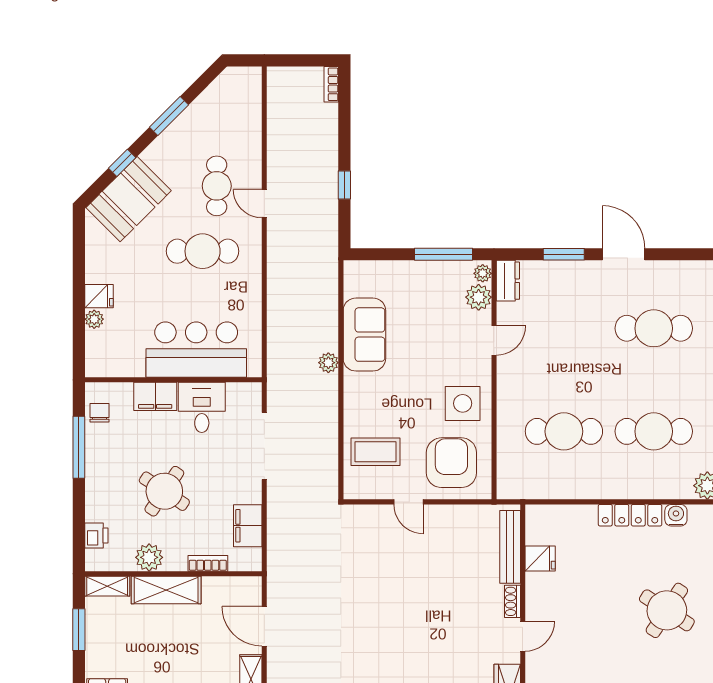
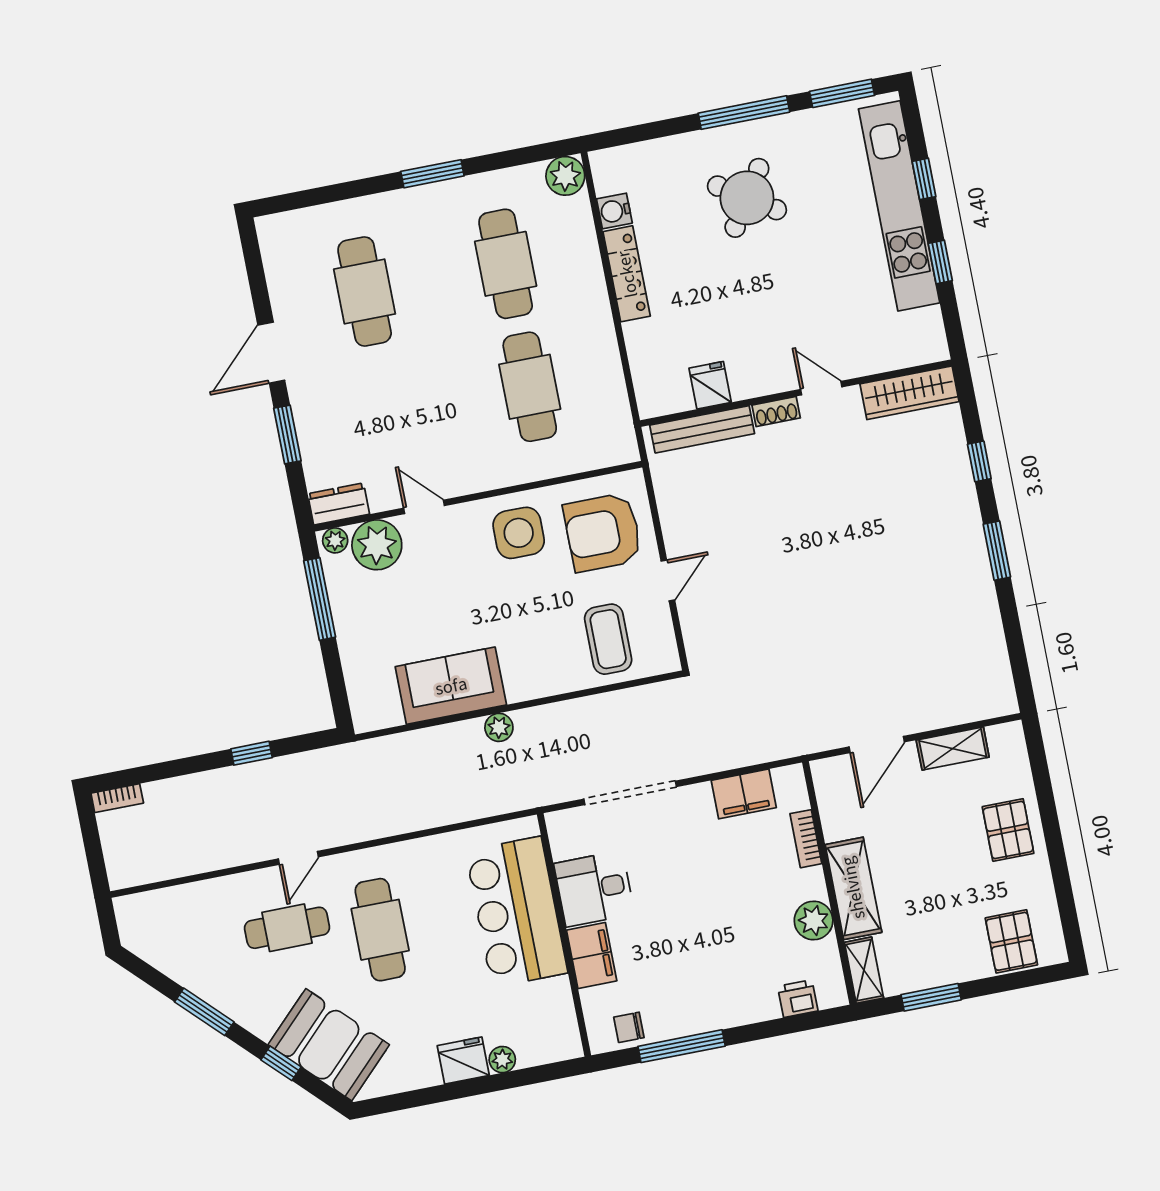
fridge: (99, 296) -> (463, 1061), width x1.38
plant: (479, 297) -> (377, 545), width x1.36, depth x1.36
round table: (164, 491) -> (719, 917), removed

